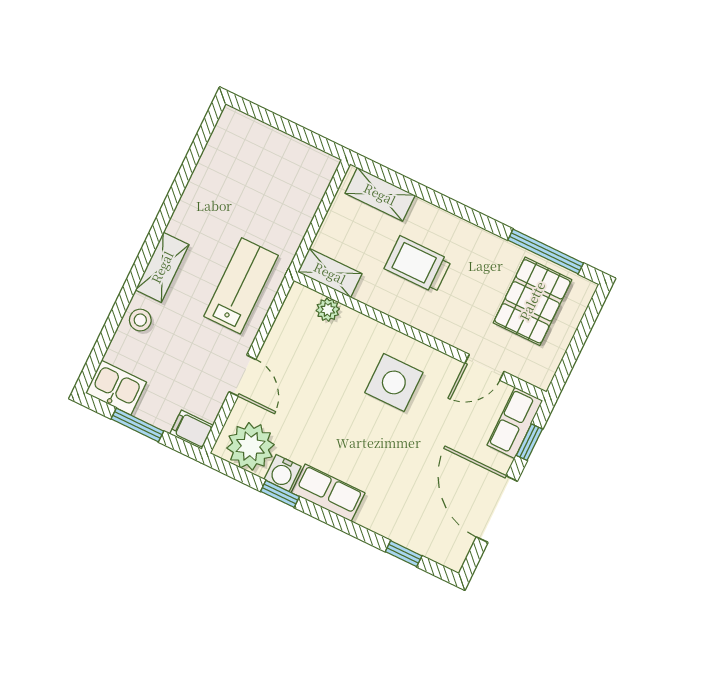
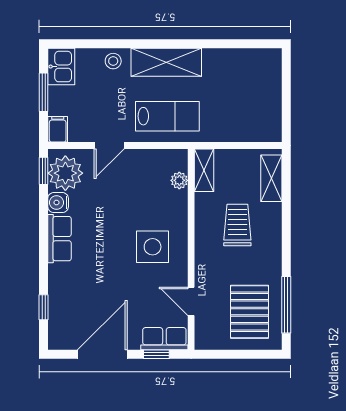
shelving: (162, 267) -> (166, 62), width x1.50, depth x1.33
pallet: (532, 301) -> (250, 312), turned 90
window: (280, 494) -> (44, 171), moved

